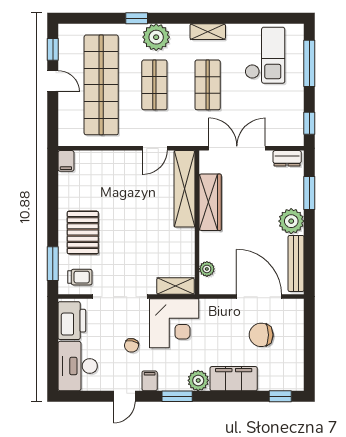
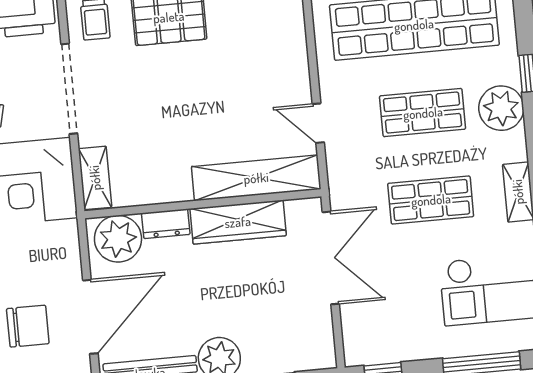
dresser: (287, 158) -> (166, 224), moved, turned -90
plant: (207, 269) -> (118, 239), width x1.87, depth x1.87
chair: (261, 335) -> (28, 326), turned 90

